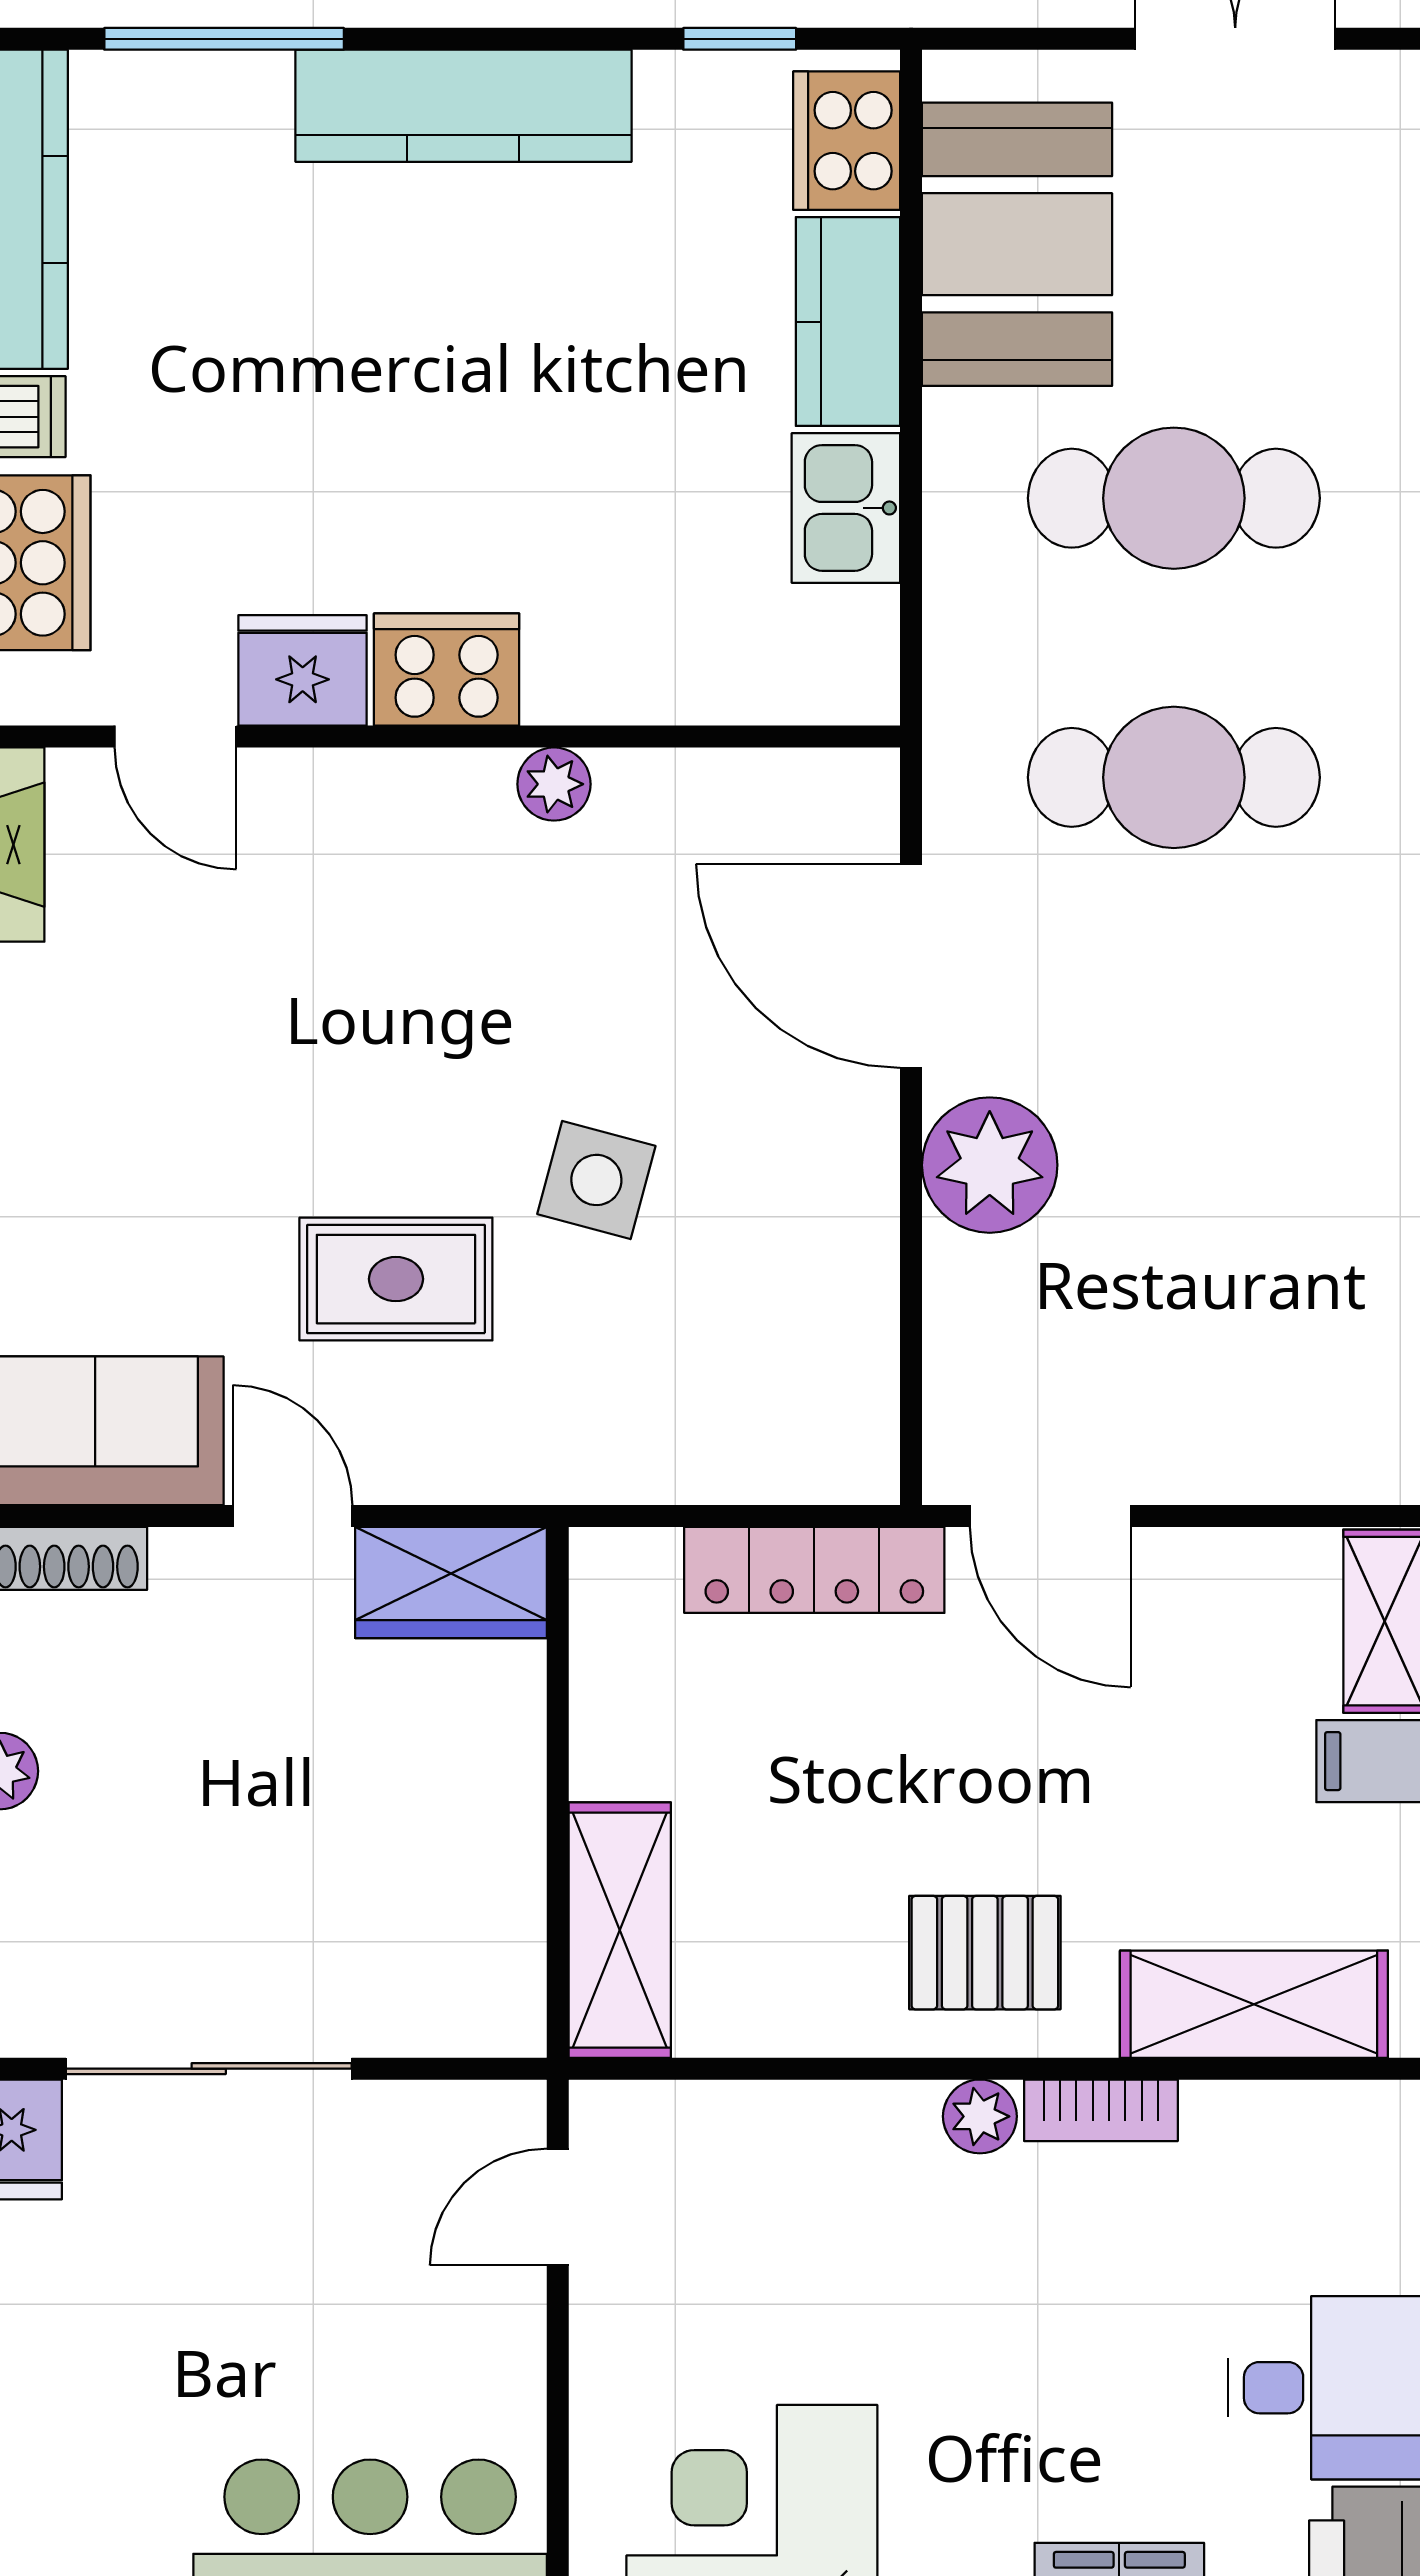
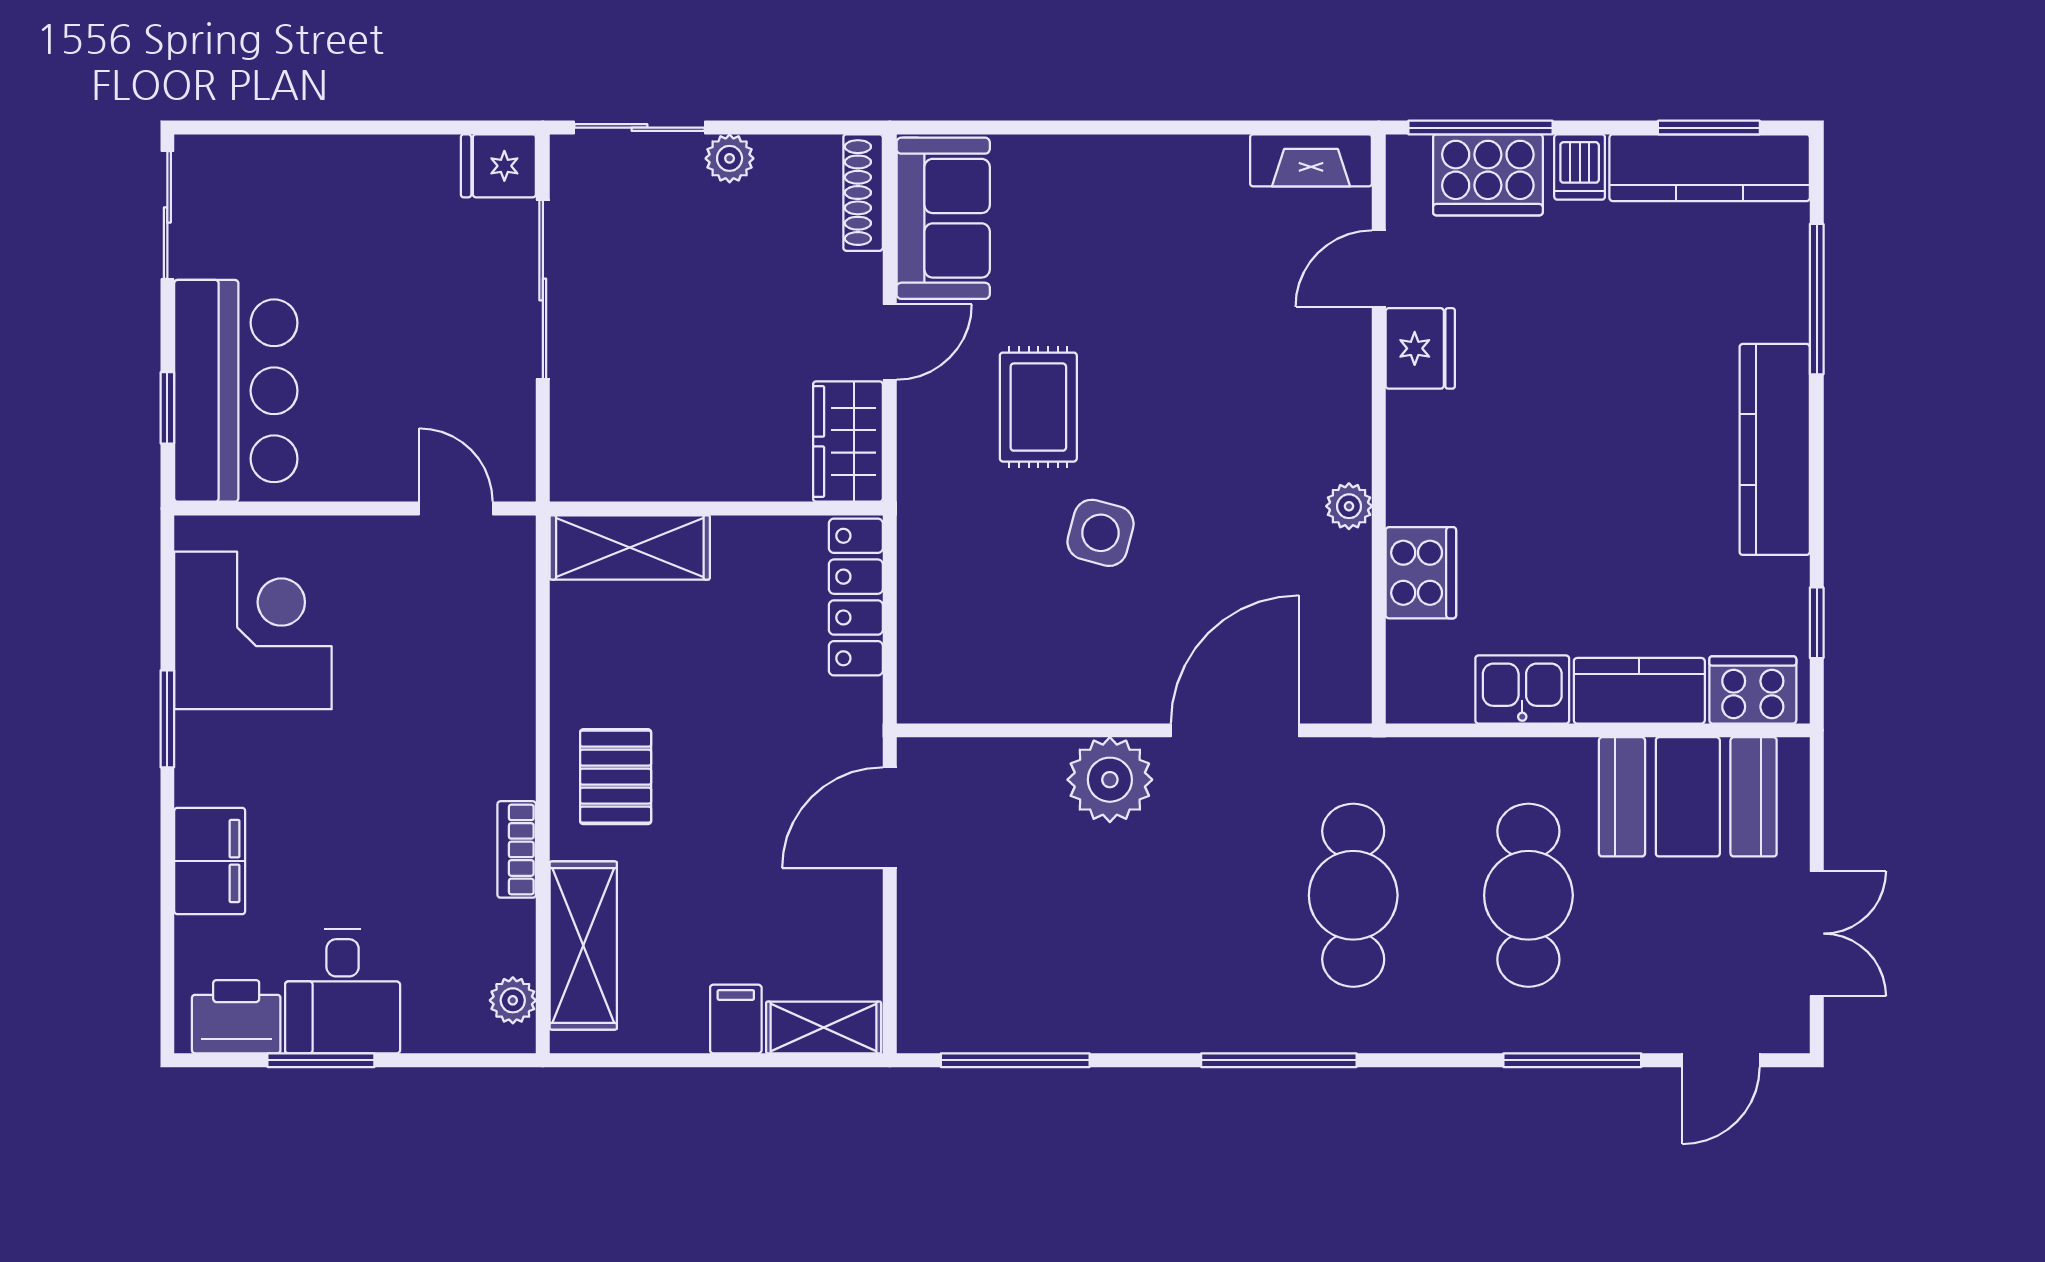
cooker: (447, 670) -> (1421, 573), moved
locker: (814, 1570) -> (856, 597), moved
plant: (980, 2116) -> (513, 1000), moved

